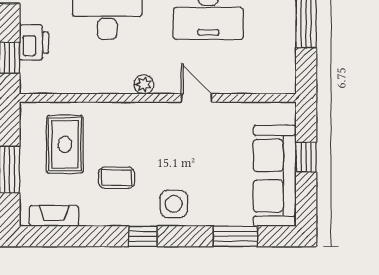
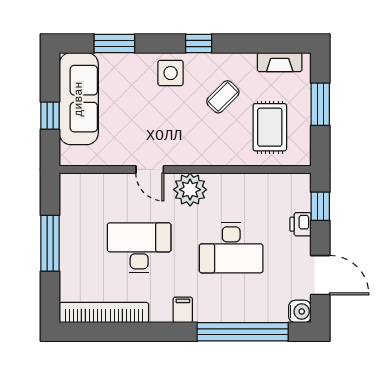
printer: (34, 43) -> (300, 224), width x0.73, depth x0.81
plant: (144, 84) -> (190, 190), width x1.87, depth x1.87
coffee table: (116, 178) -> (223, 97), turned -45

